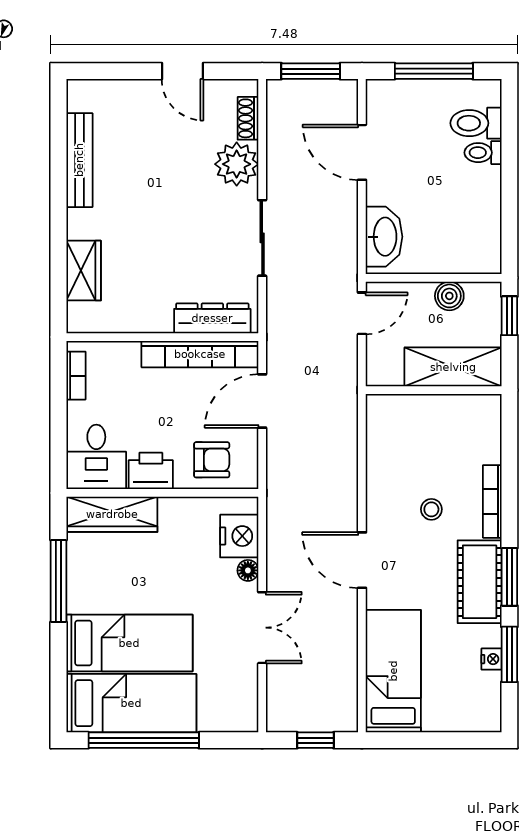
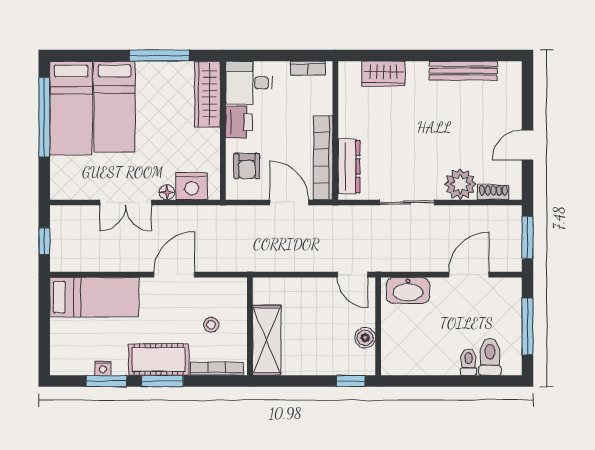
shelving: (453, 367) -> (267, 340), moved
wall: (434, 390) -> (250, 326), moved

